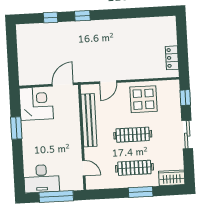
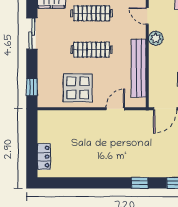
locker: (172, 58) -> (44, 157), moved
sliding door: (187, 135) -> (32, 34), moved
plant: (75, 148) -> (156, 38), added

